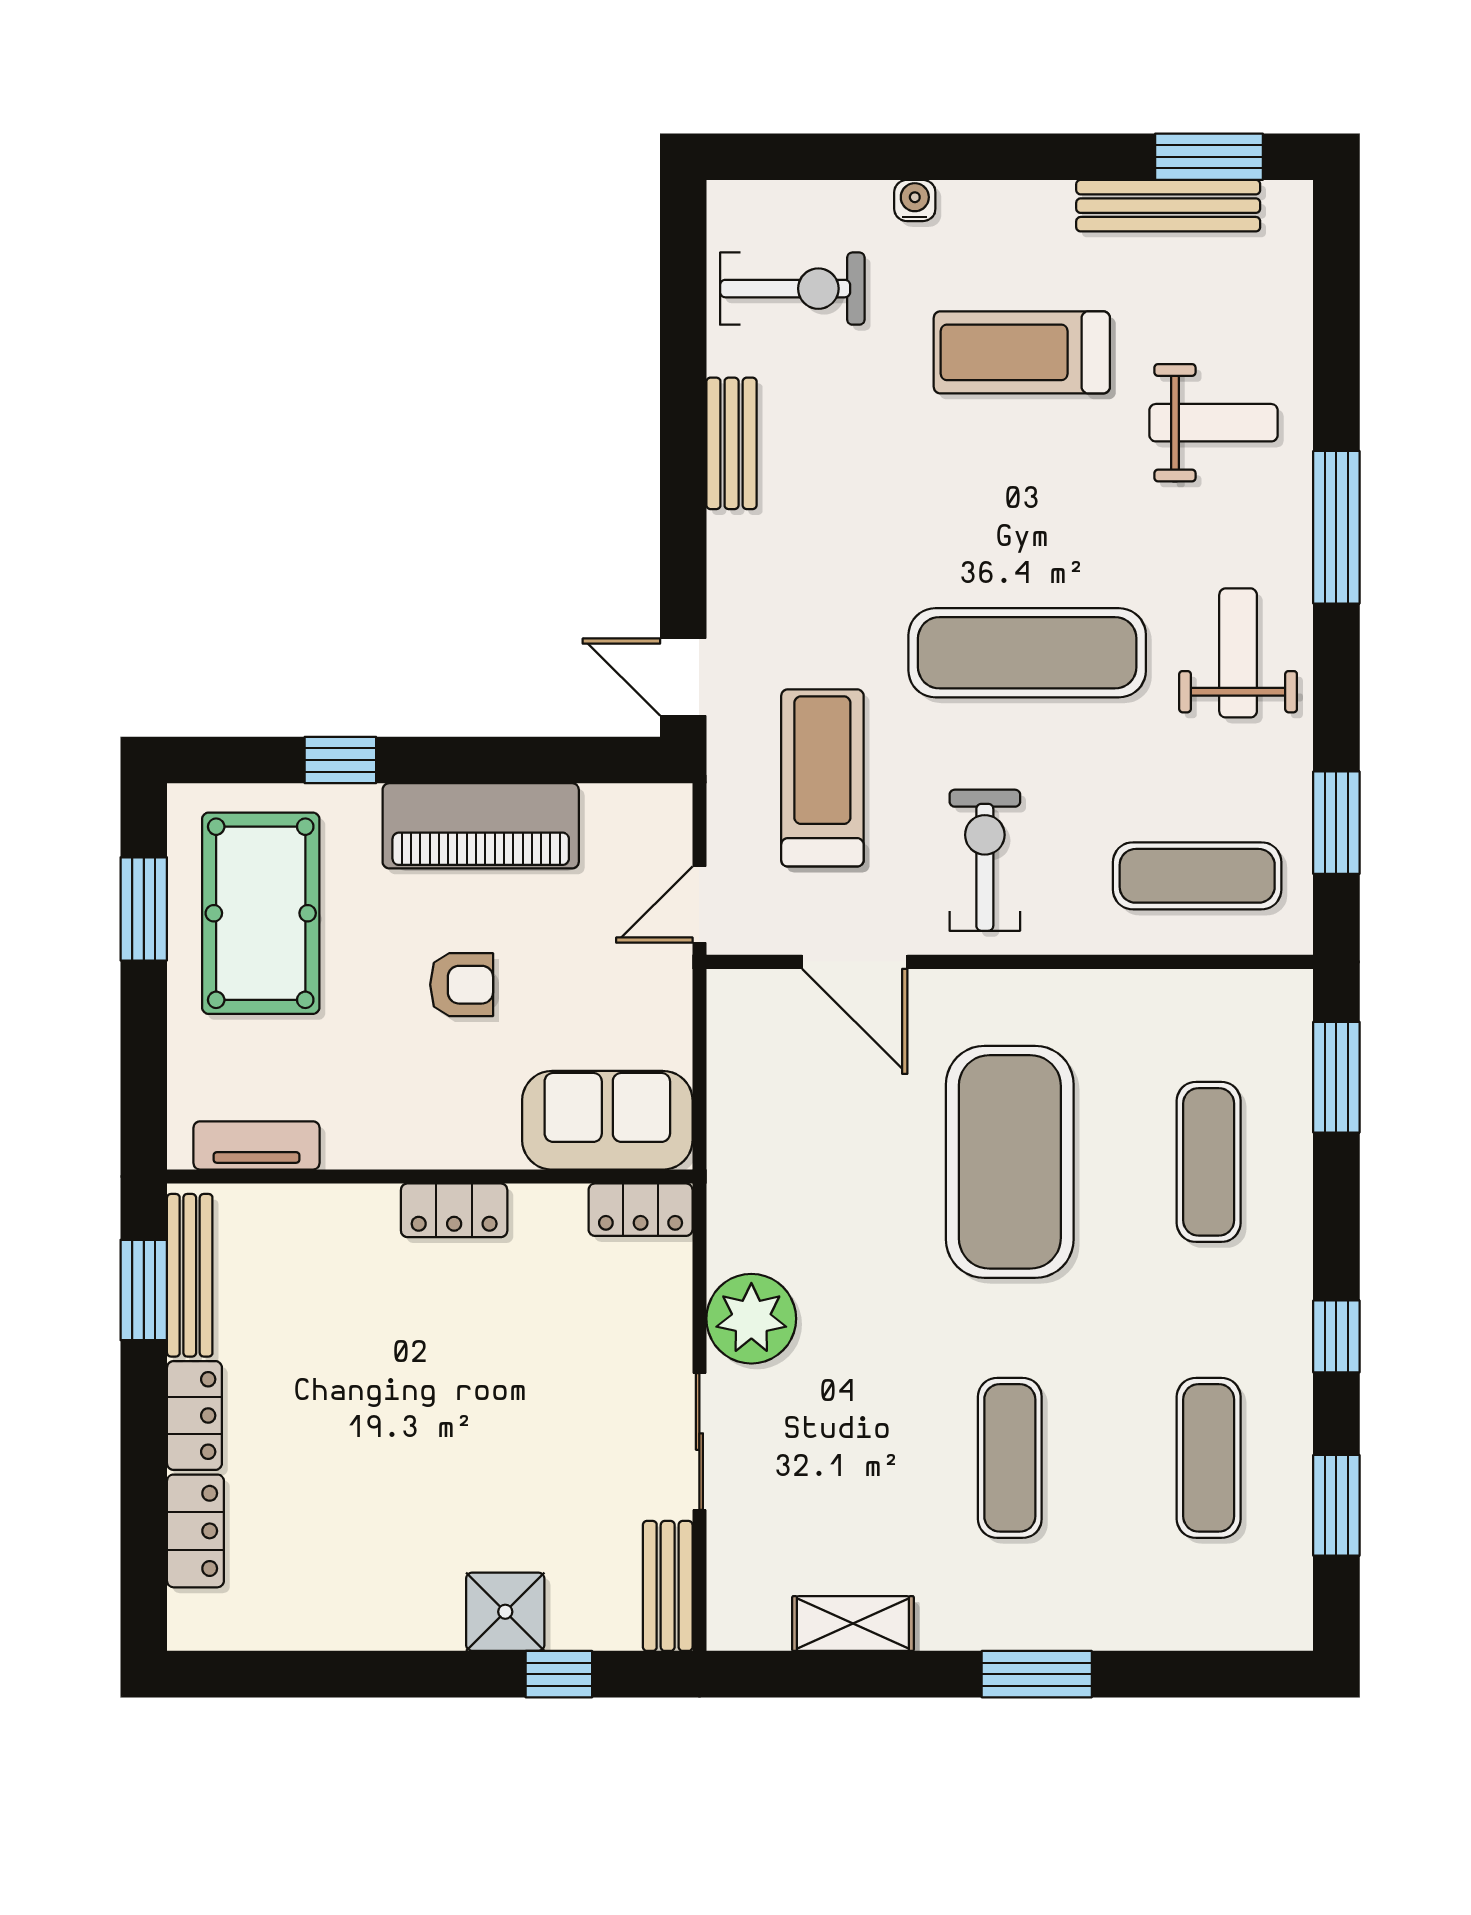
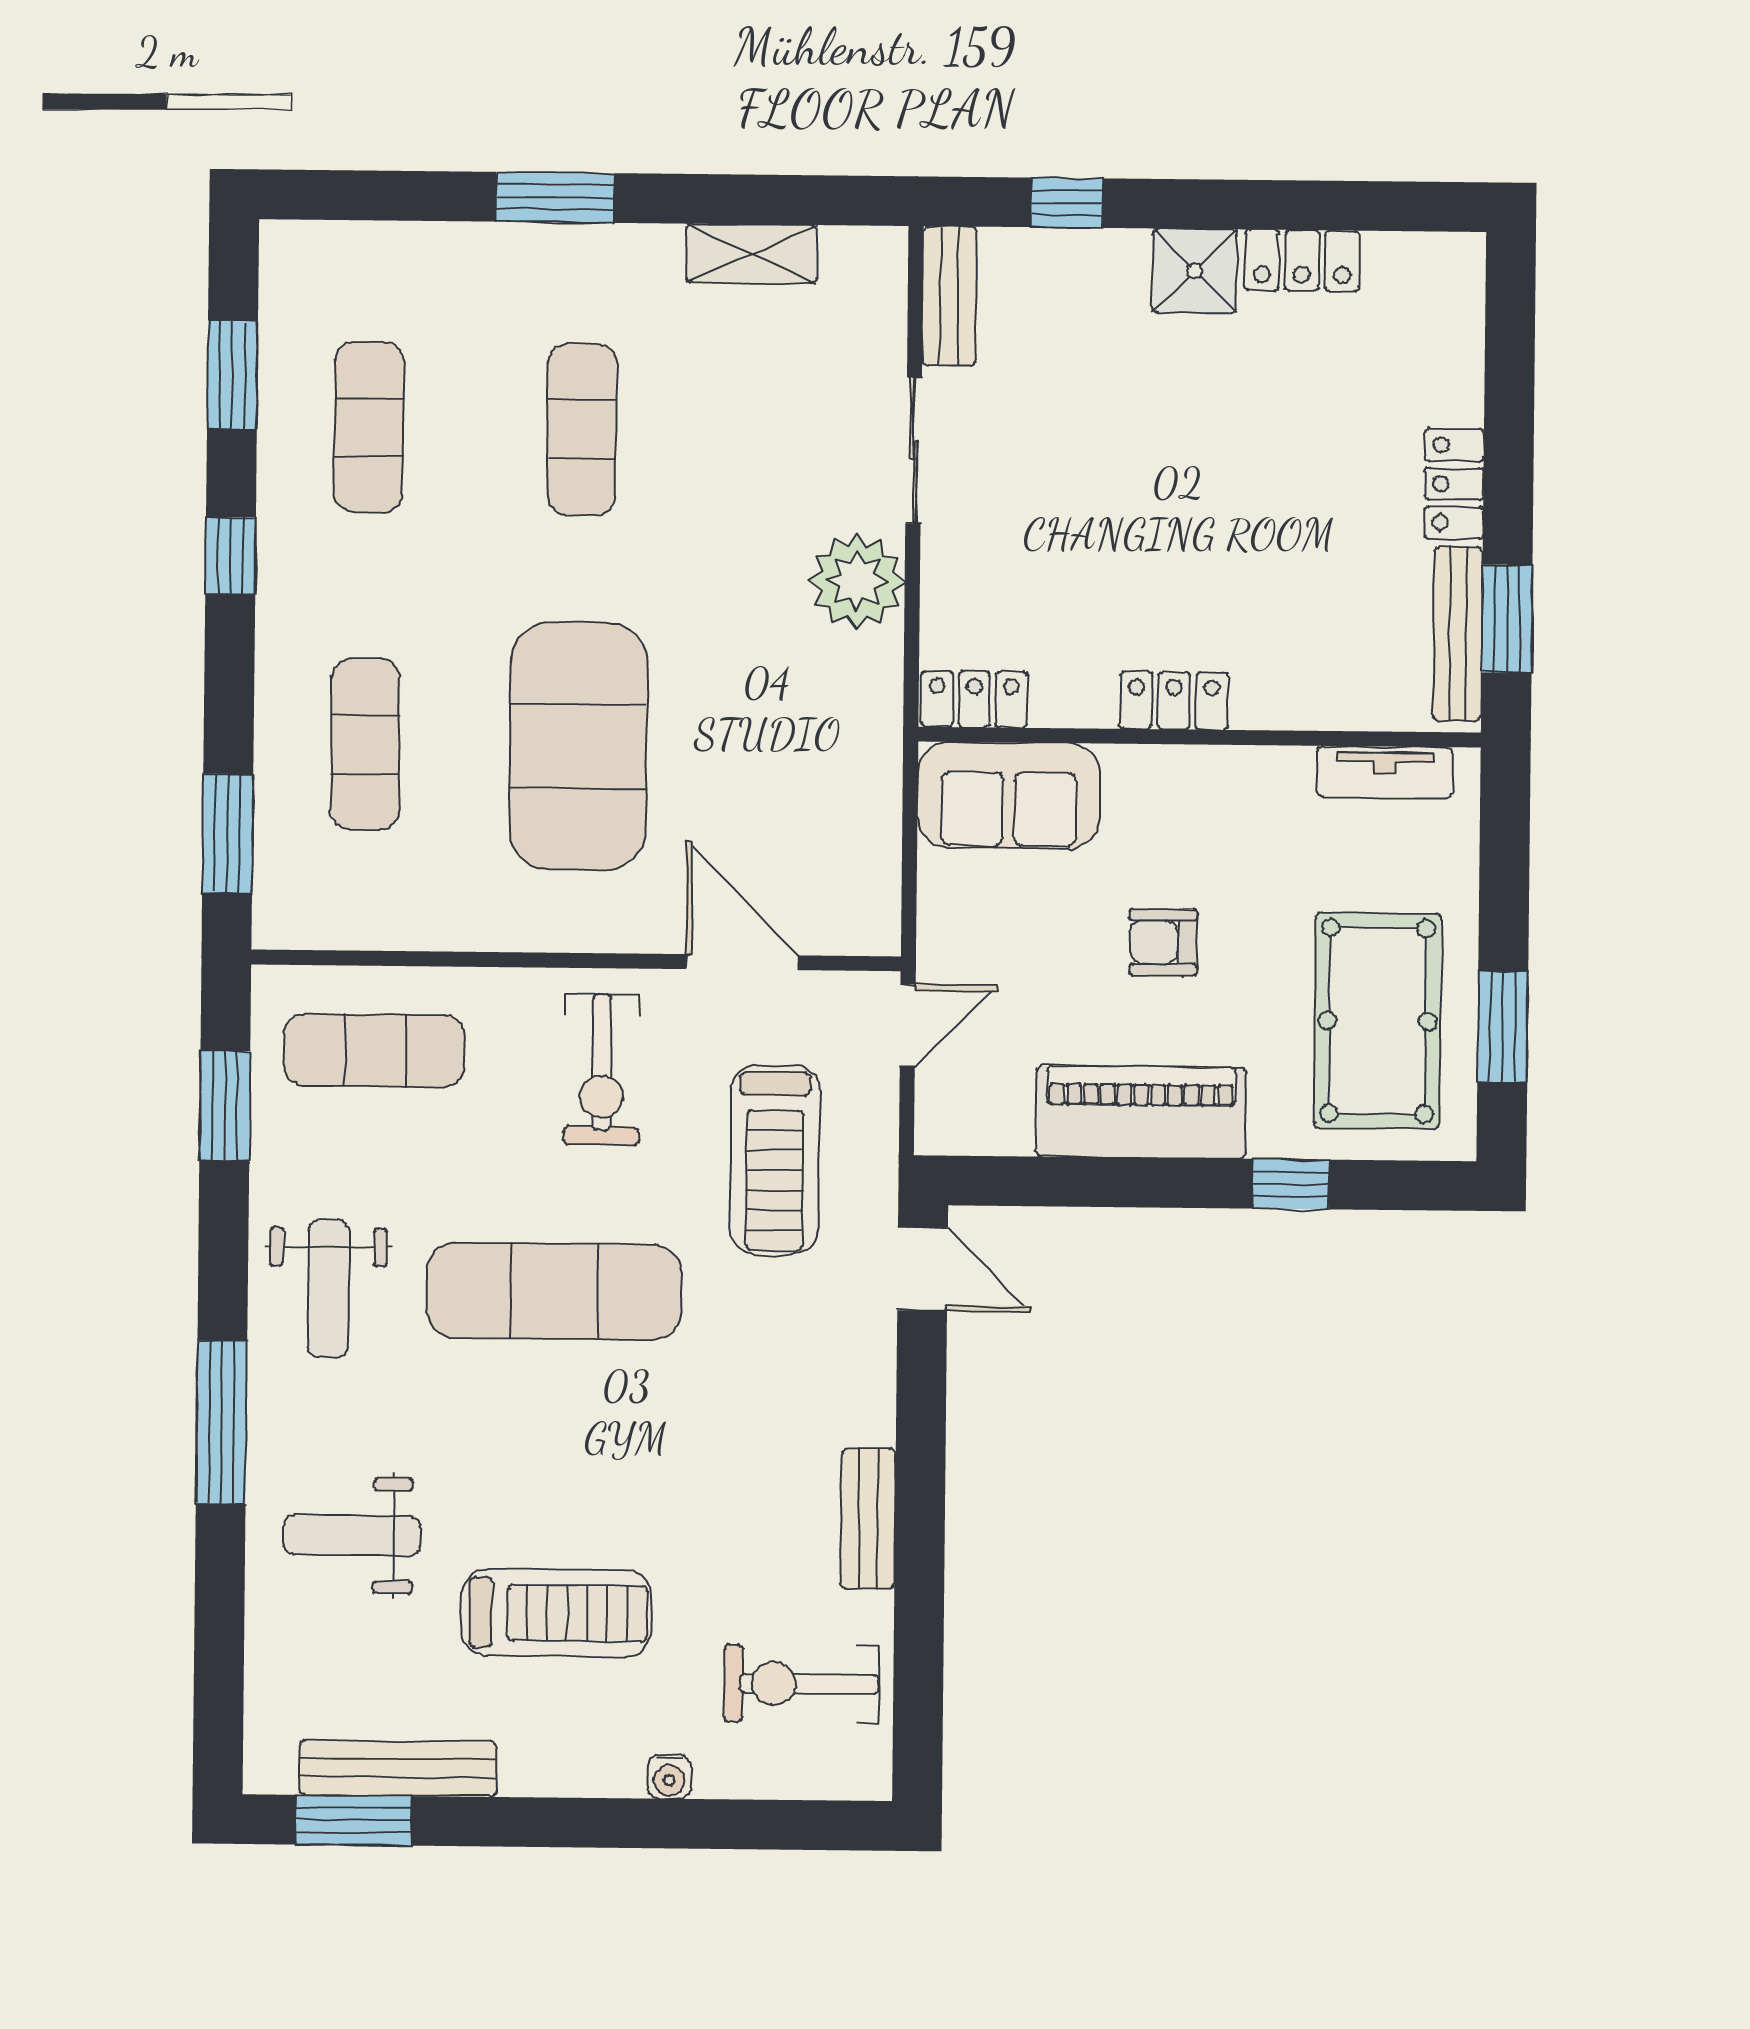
locker: (195, 1531) -> (1302, 261), moved, turned -90
shower: (505, 1612) -> (1195, 271), moved

